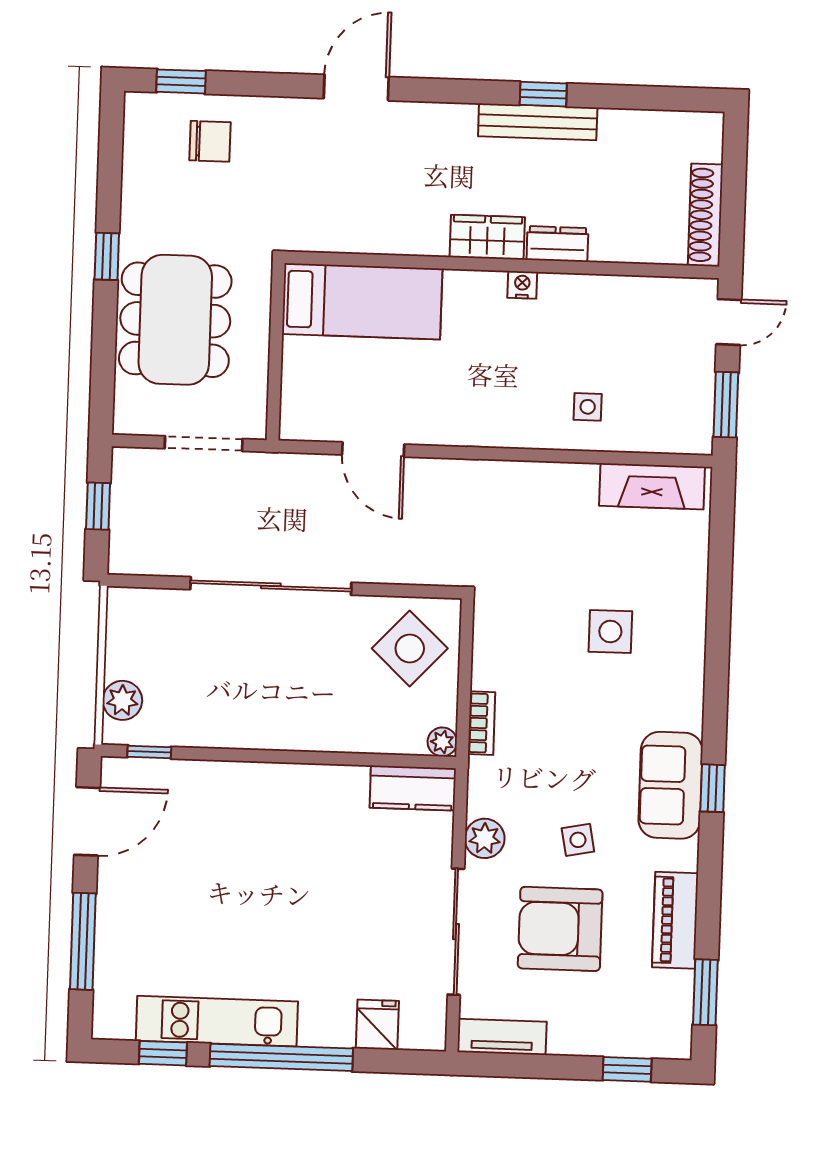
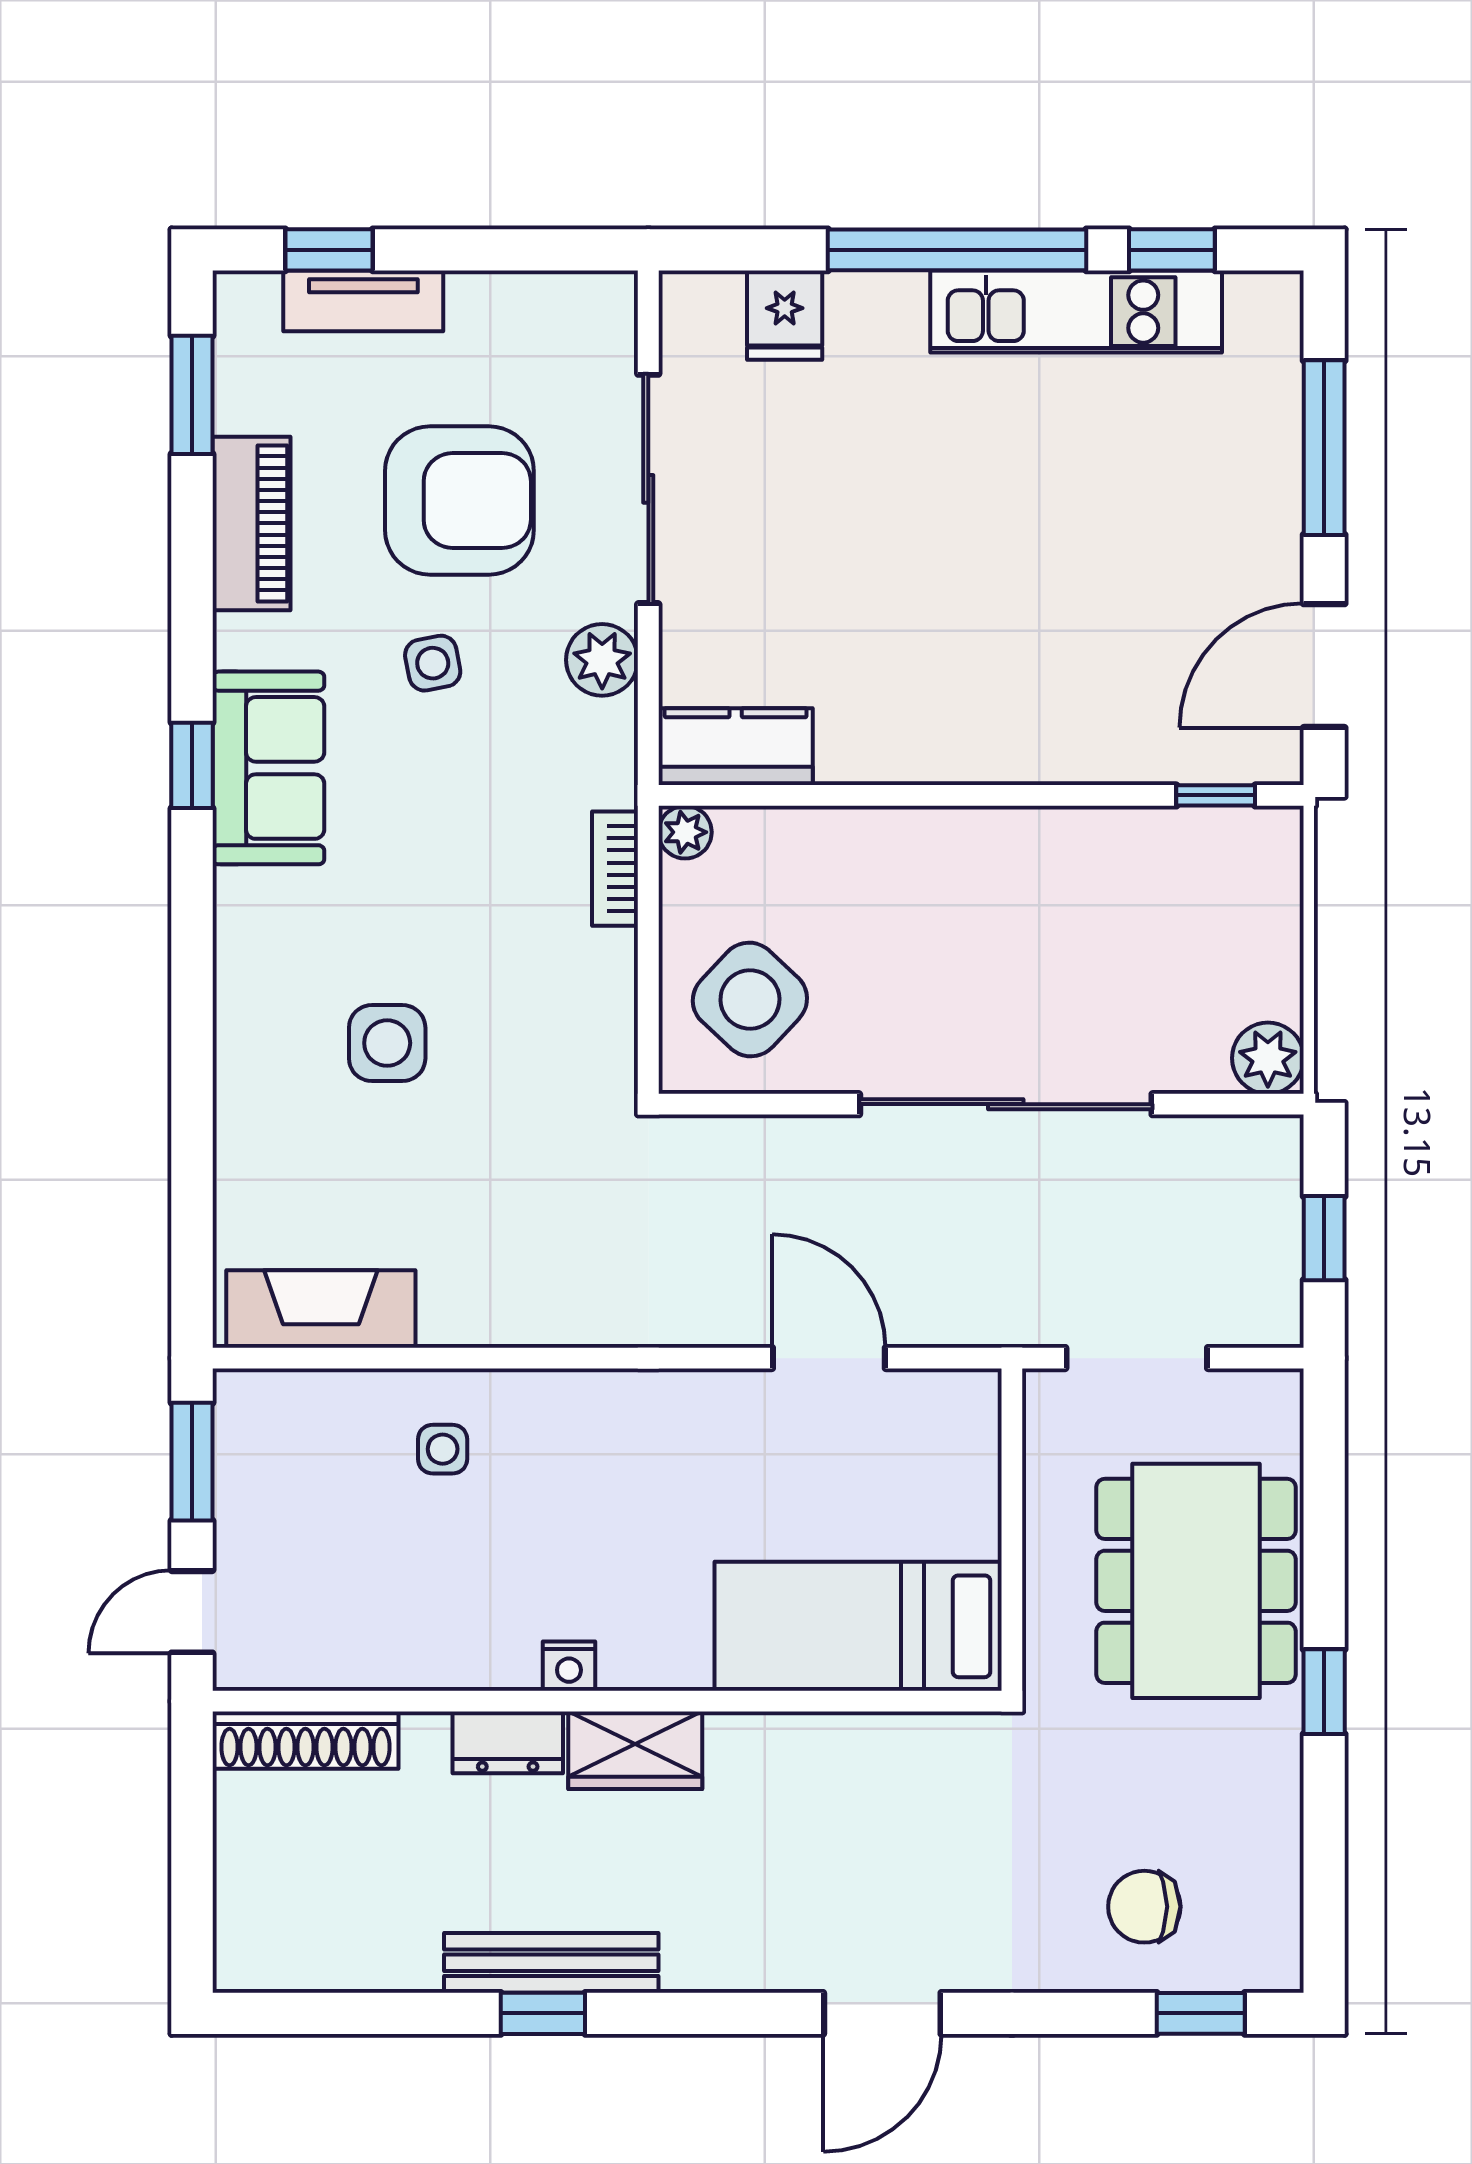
shoe rack: (705, 215) -> (305, 1740), moved, turned 90
plant: (122, 700) -> (1268, 1058), moved
tv unit: (502, 1037) -> (363, 301), moved

